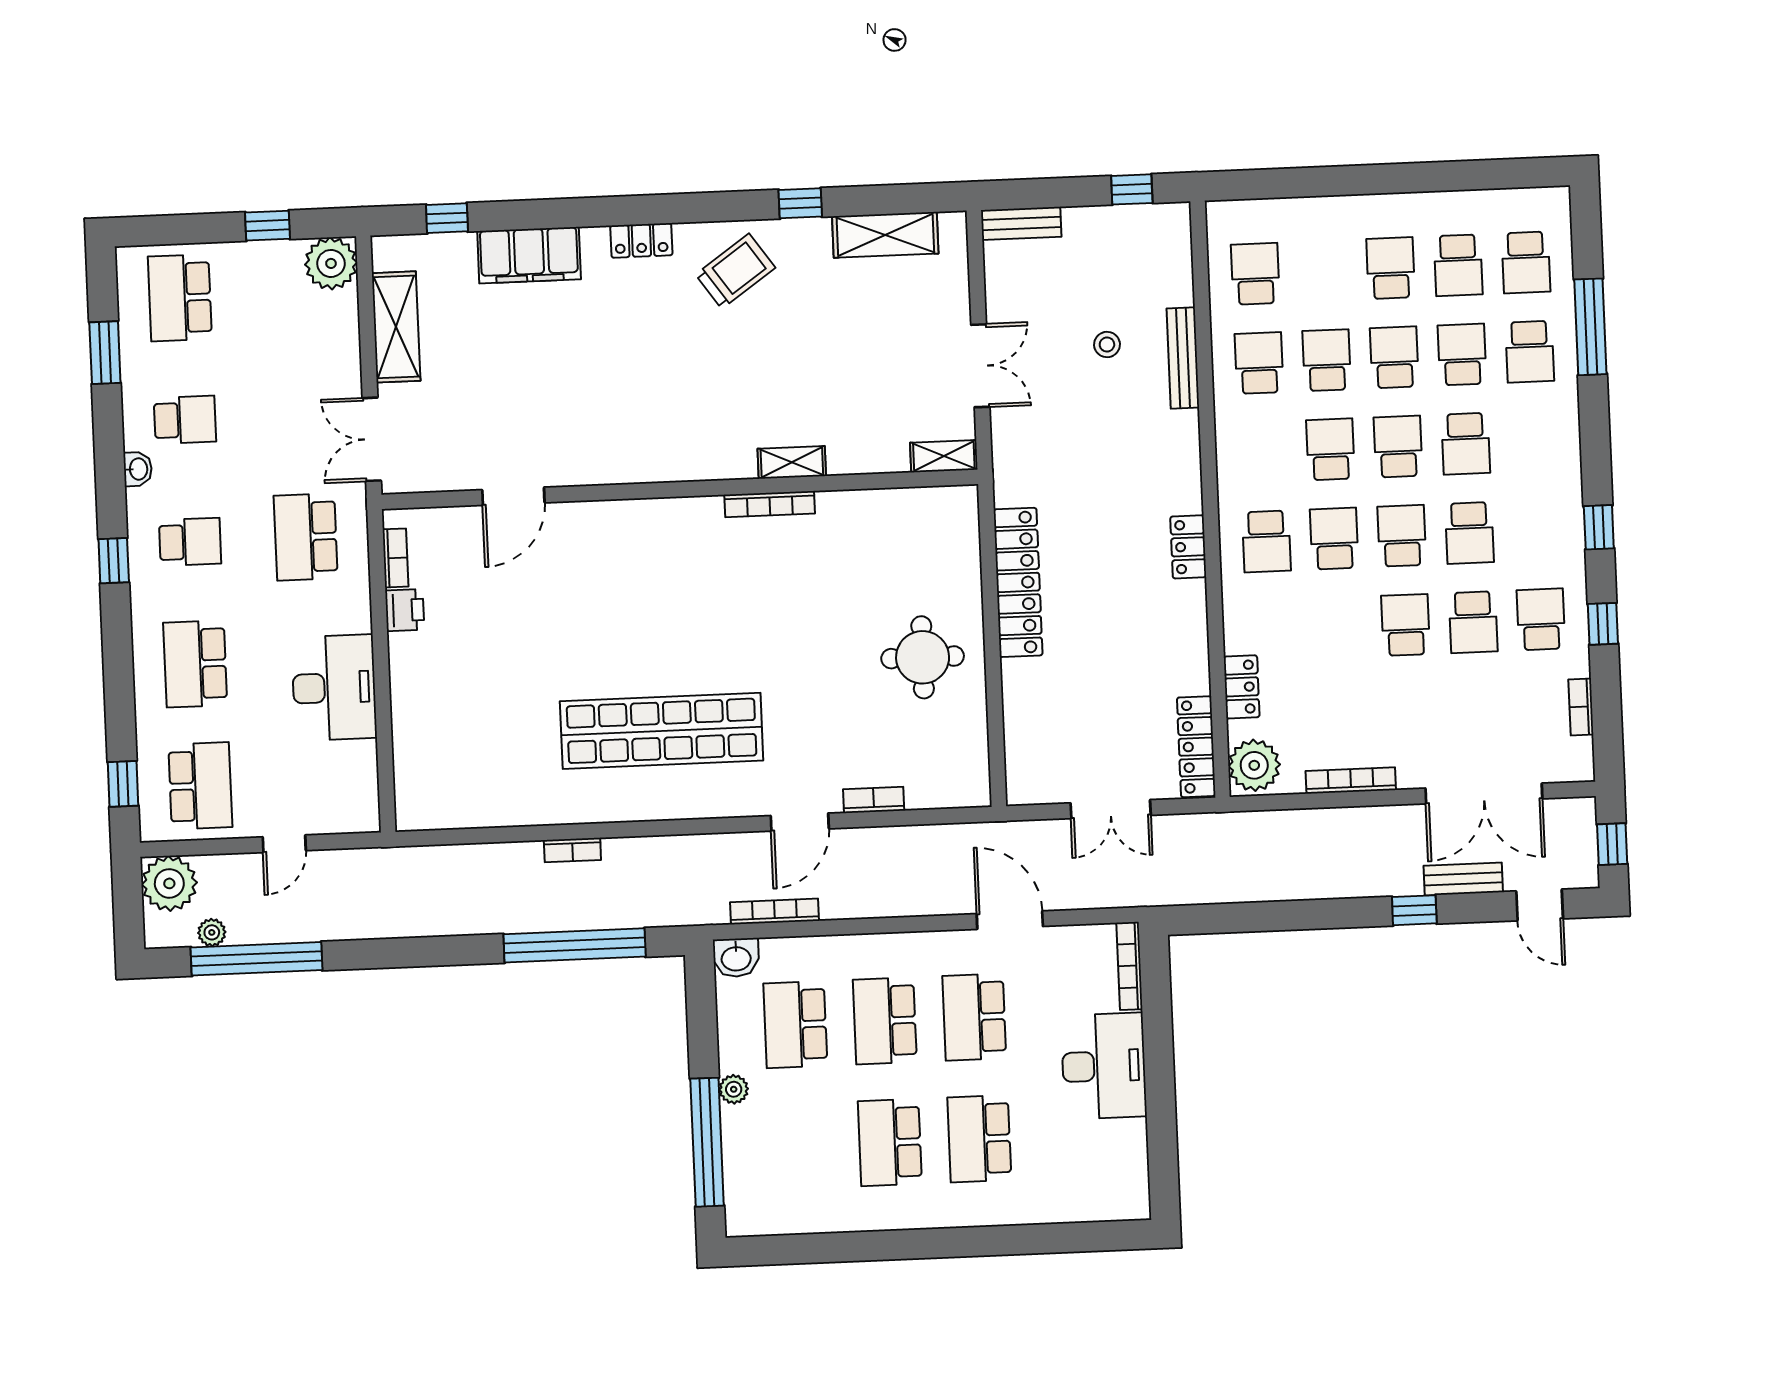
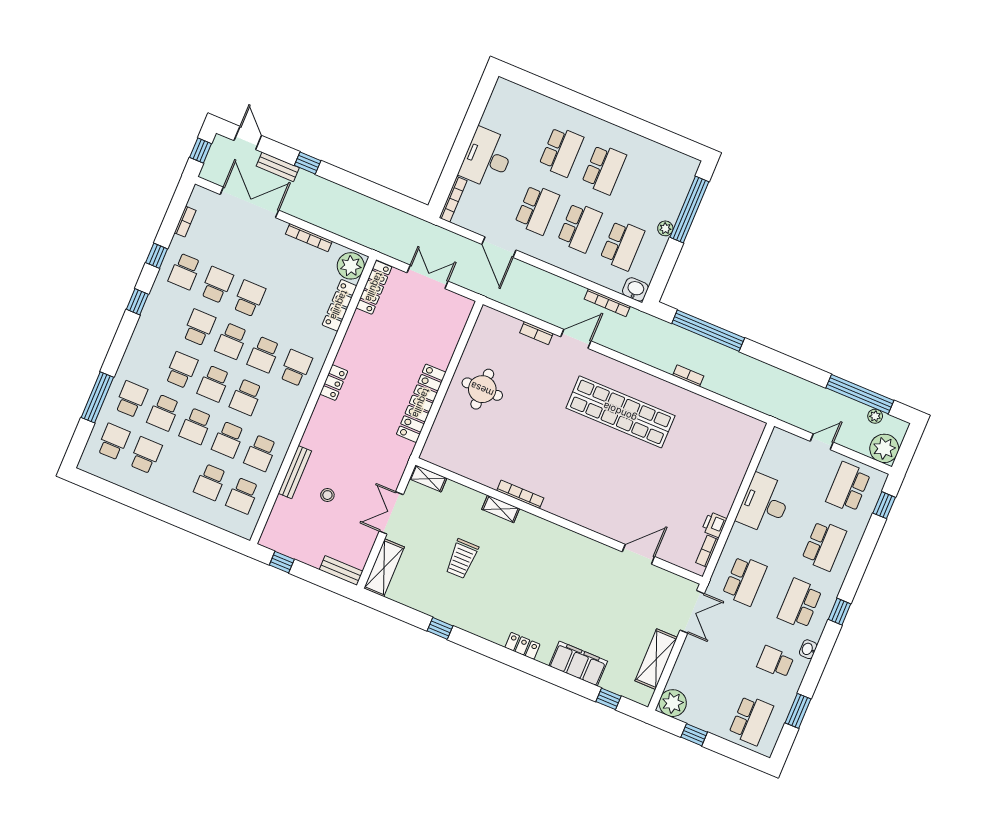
shelving: (885, 235) -> (384, 568), moved, turned 90
school desk: (1391, 268) -> (210, 482), moved
trolley: (735, 271) -> (462, 559), moved, turned -55
school desk: (190, 542) -> (800, 604), width x1.85
school desk: (1406, 625) -> (249, 298), turned 180
locker: (1242, 687) -> (339, 305), width x1.53

